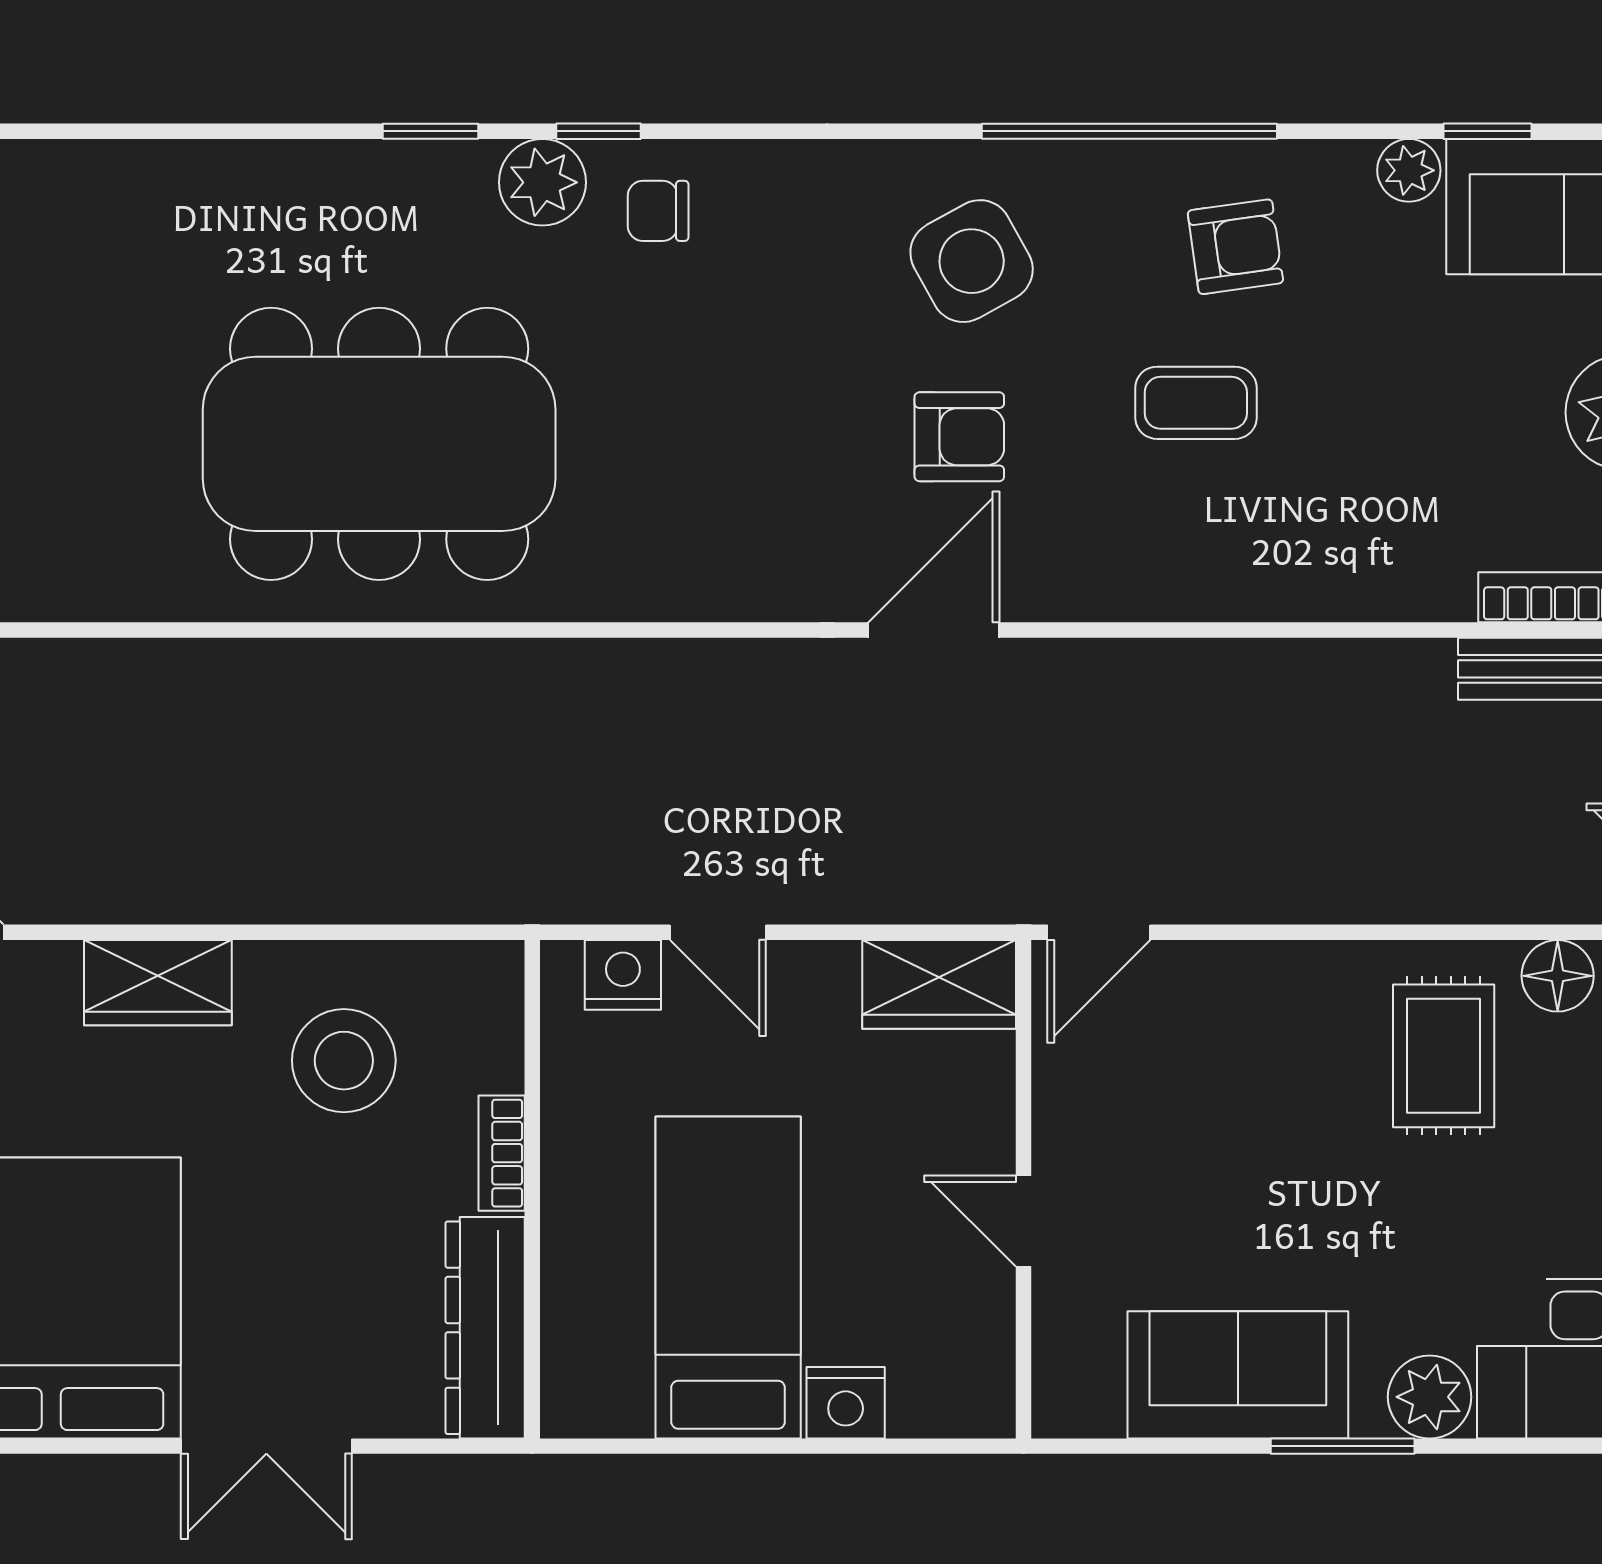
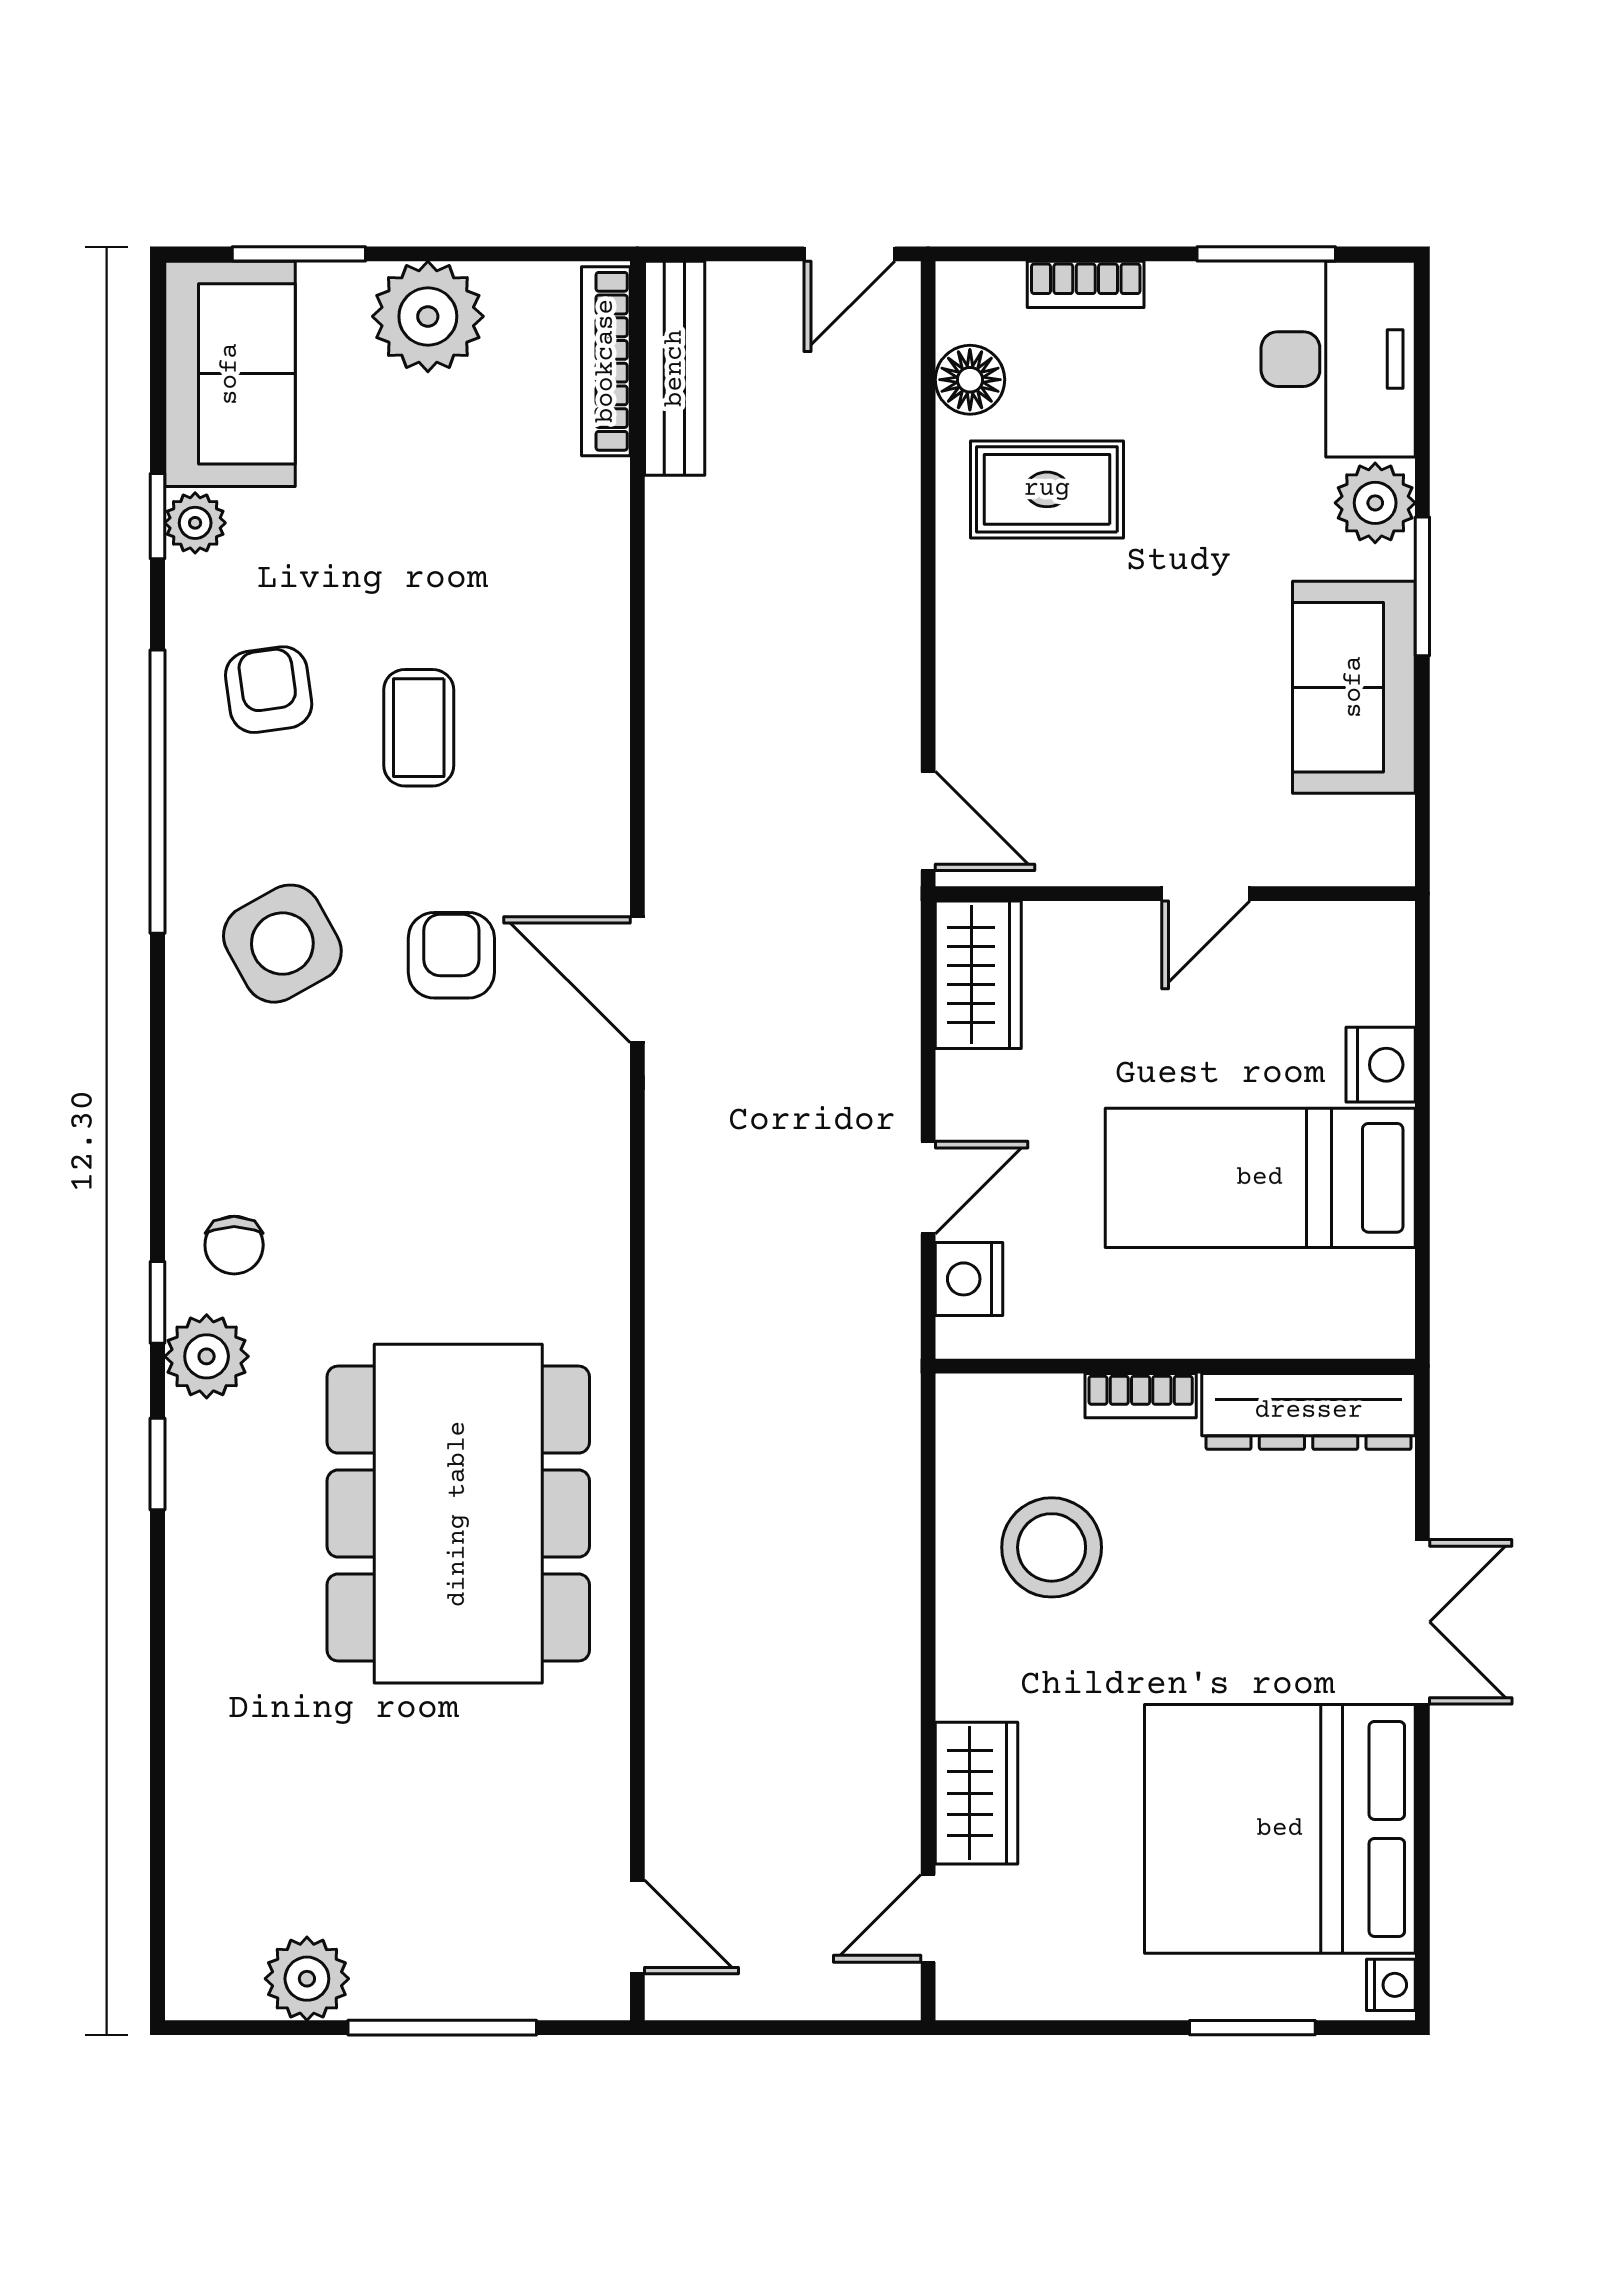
window: (1487, 131) -> (158, 516), moved
wardrobe: (158, 983) -> (977, 1793), moved

